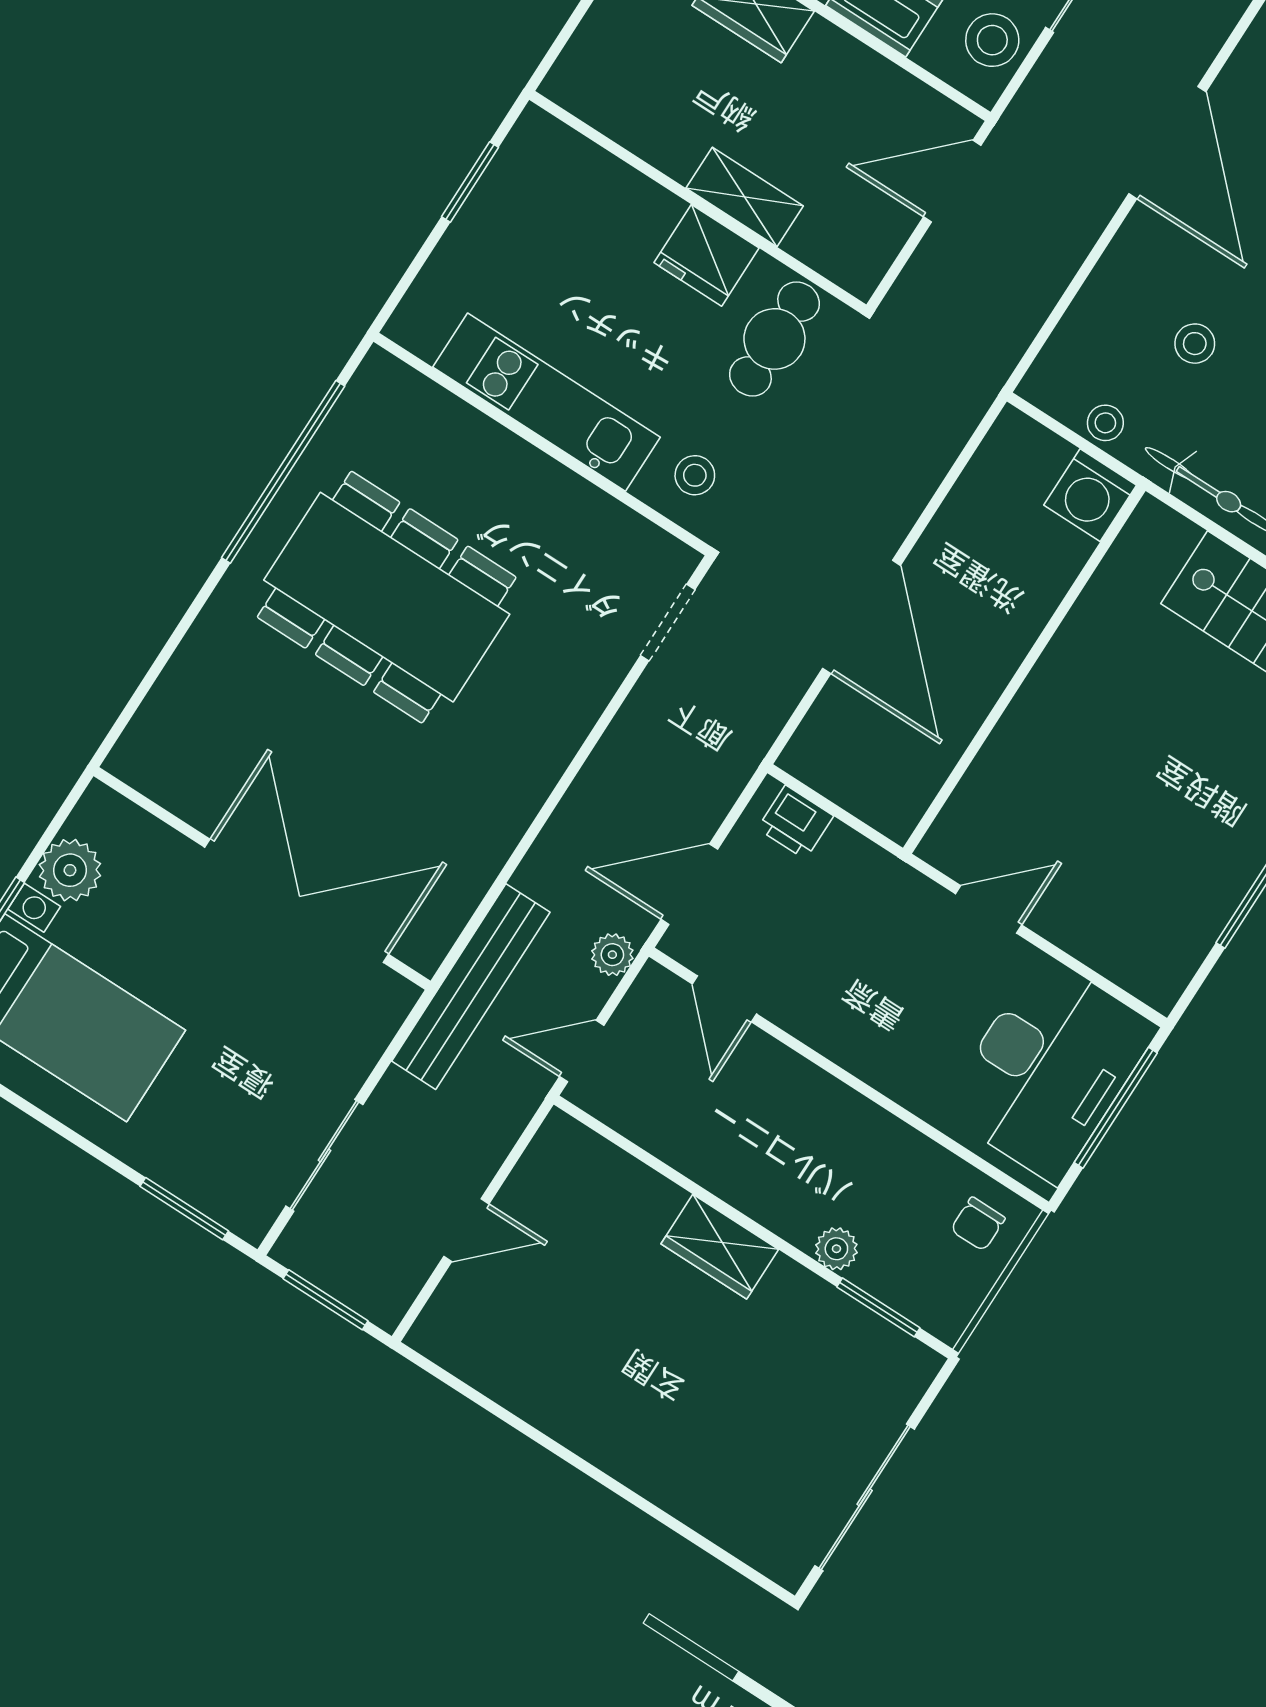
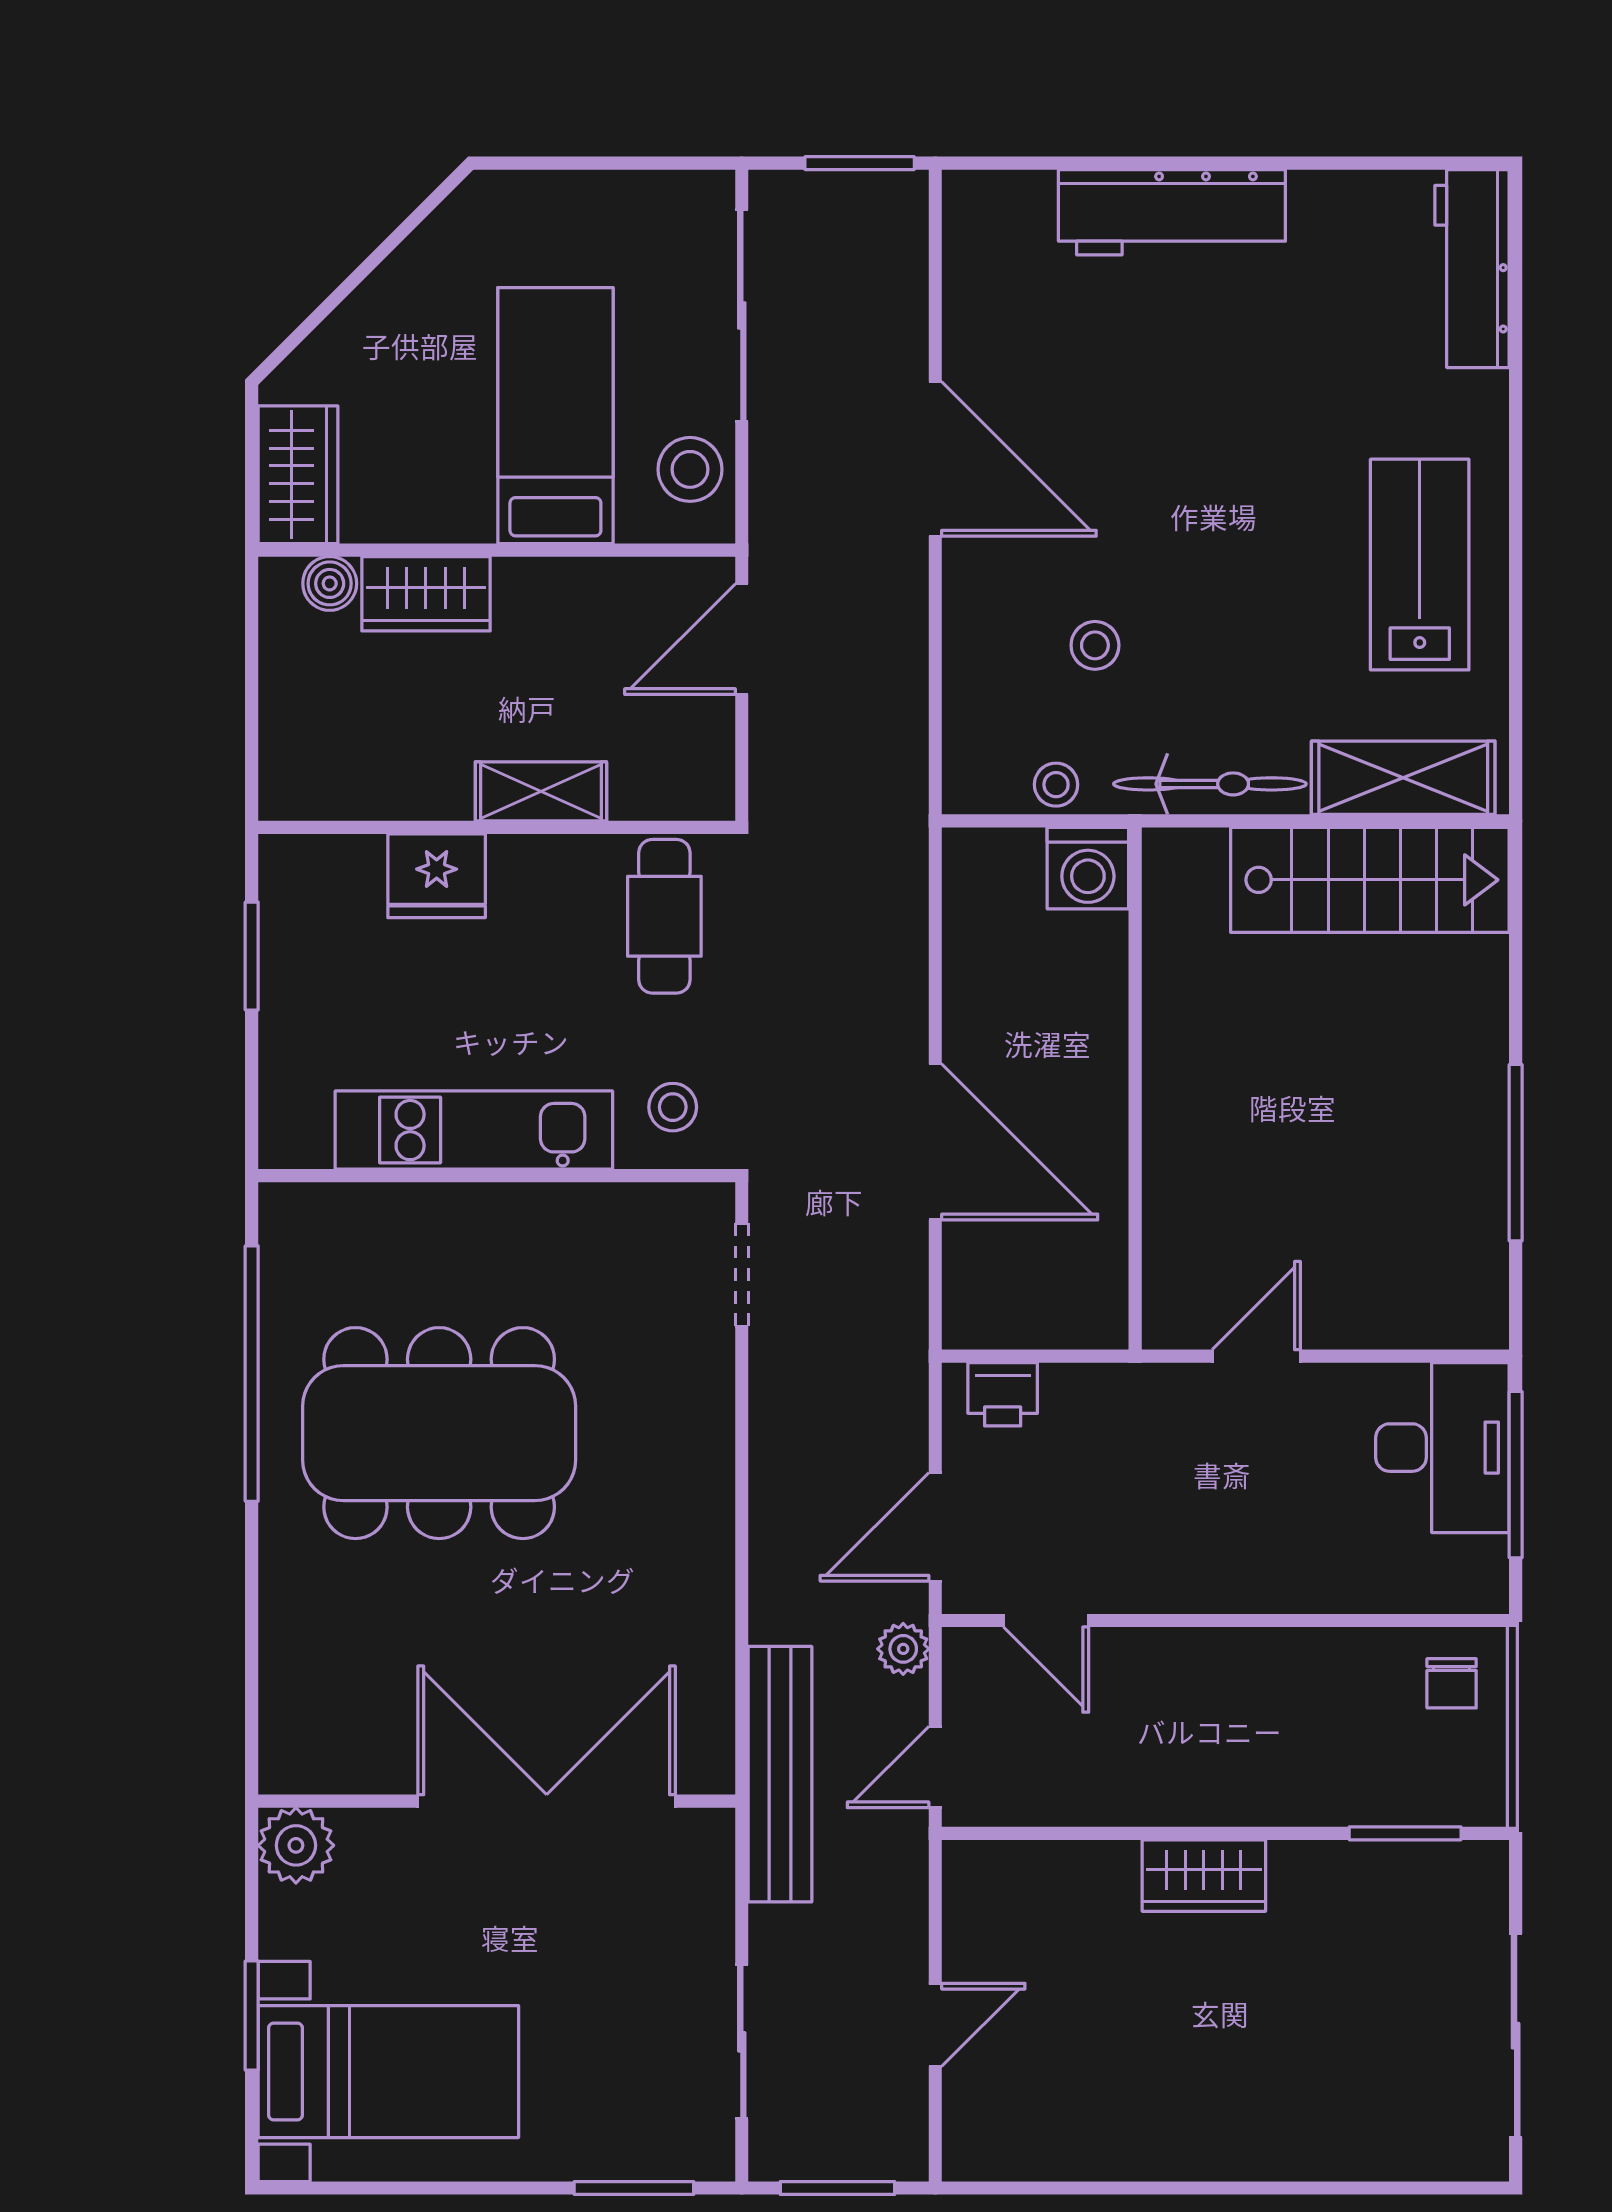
fridge: (706, 255) -> (437, 876), moved
plant: (70, 870) -> (296, 1845), moved
desk: (1049, 1069) -> (1442, 1448), width x0.73, depth x0.77
plant: (836, 1249) -> (1324, 1801), removed

